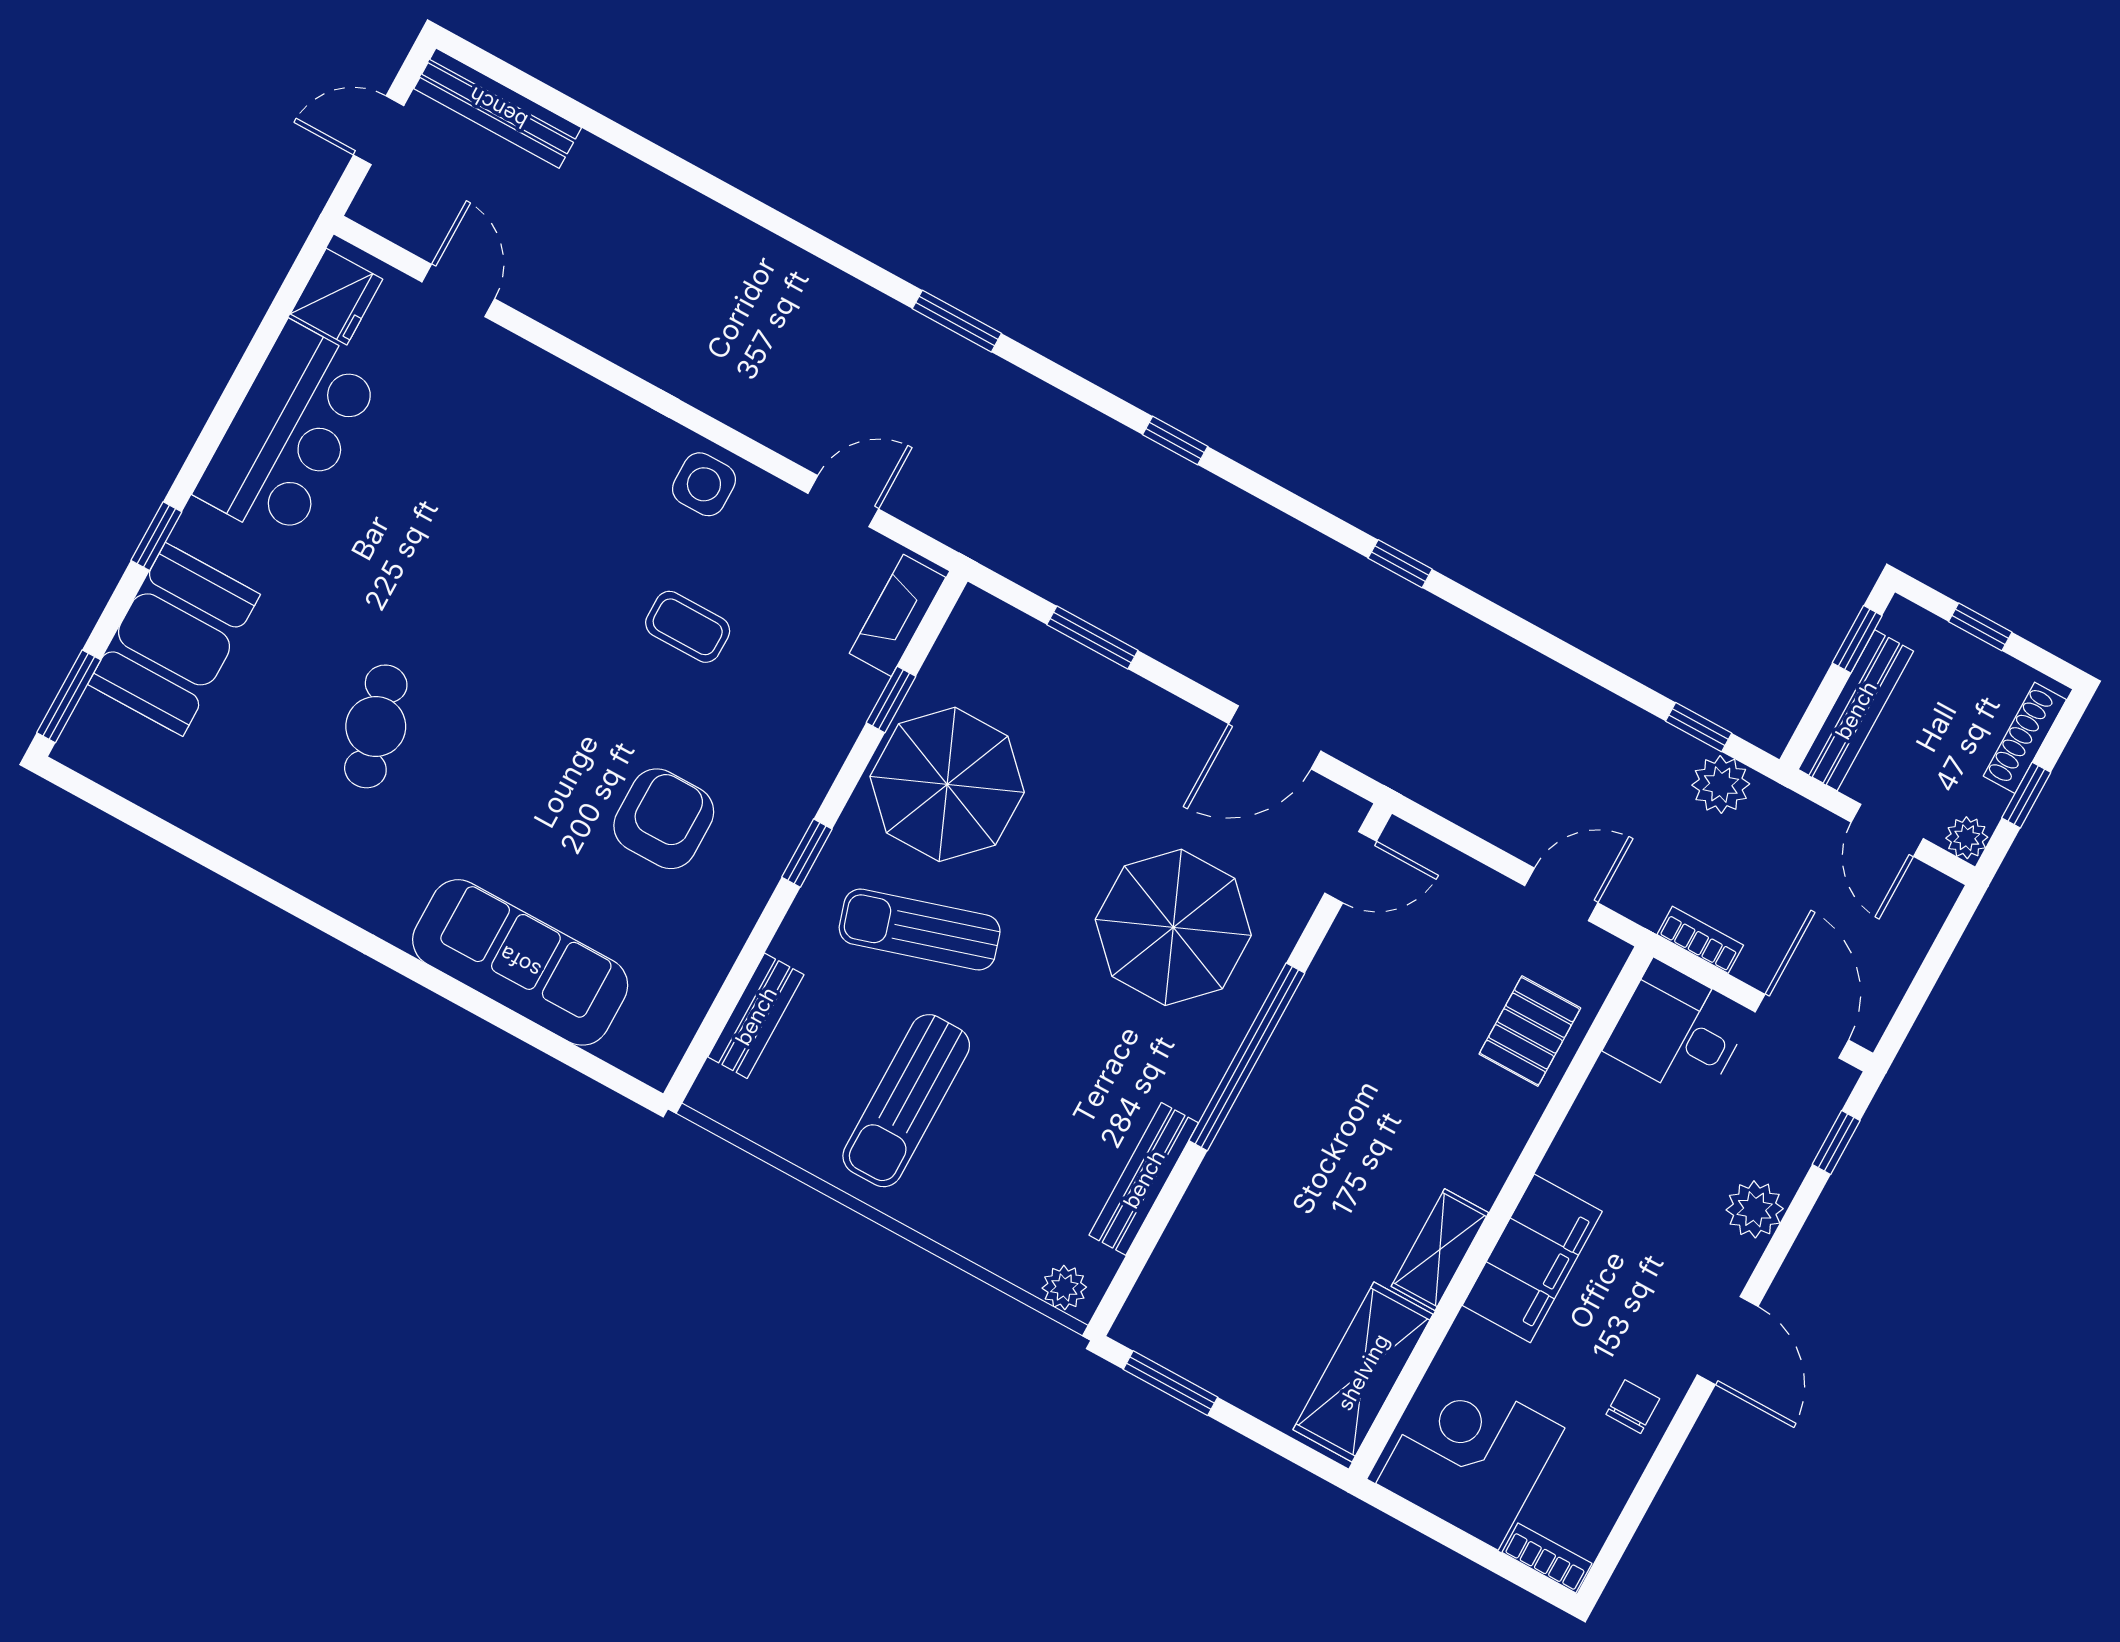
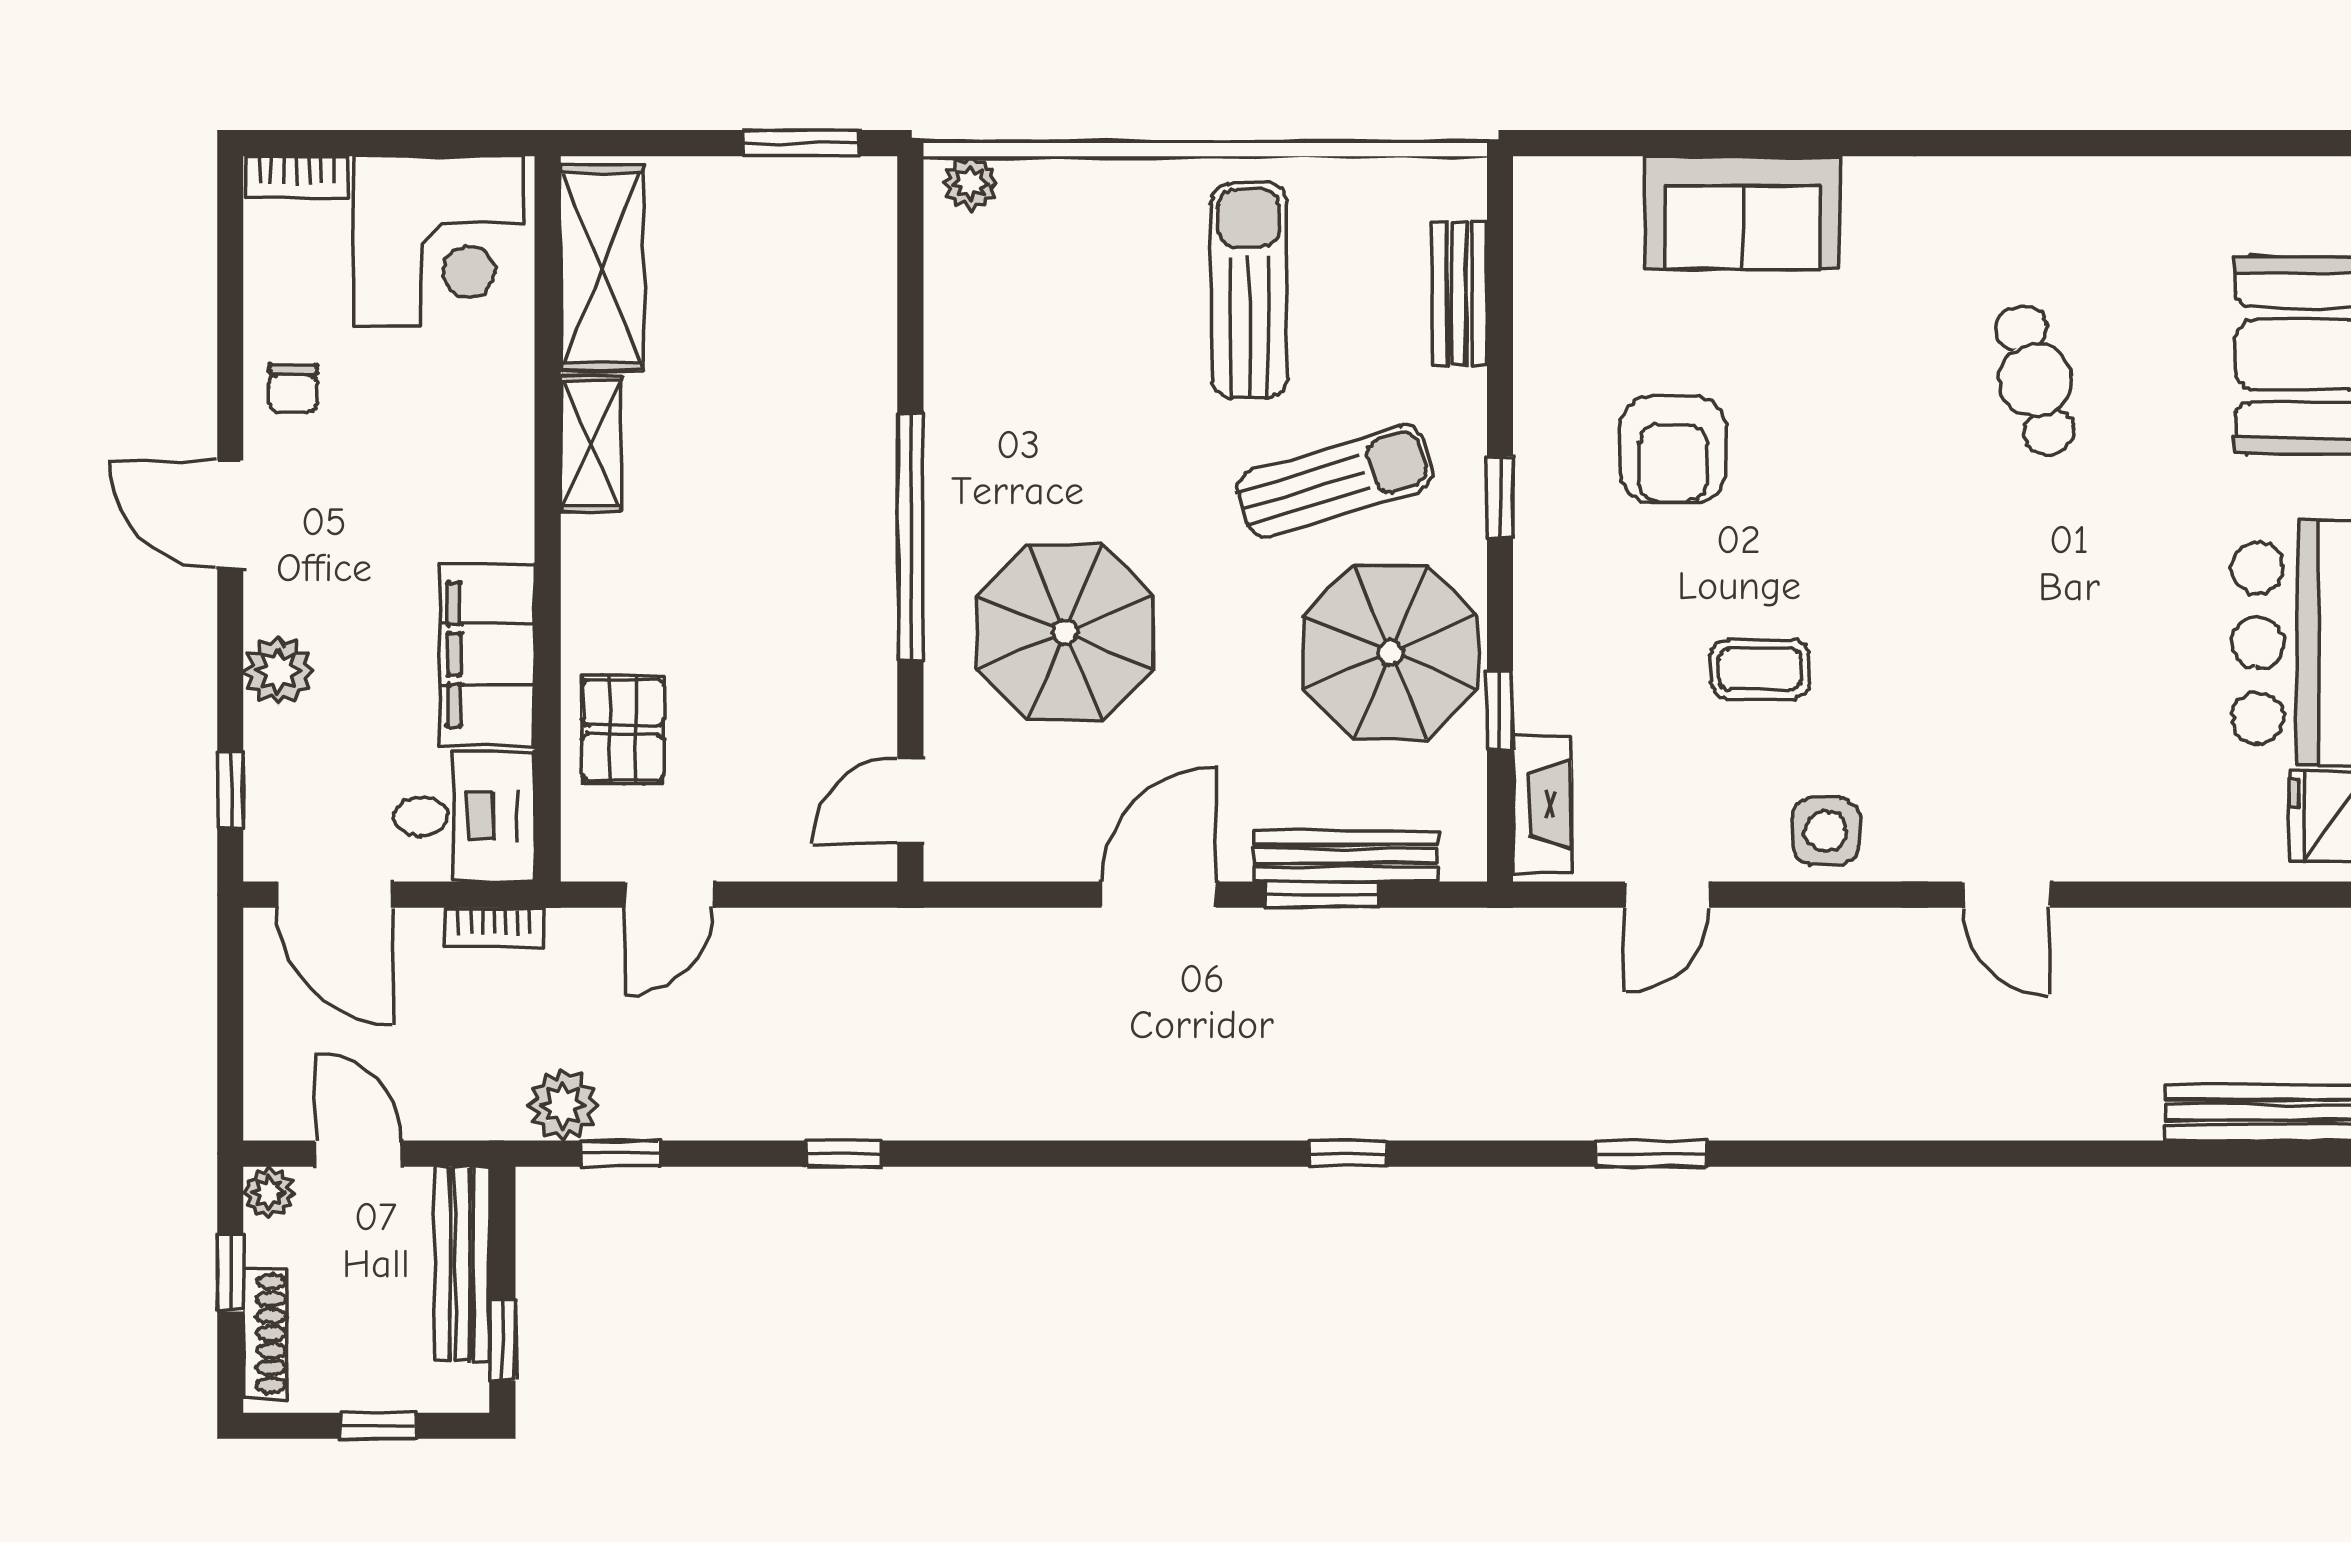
door: (458, 290) -> (2006, 895), moved
window: (1400, 564) -> (844, 1154), moved
door: (1275, 737) -> (1159, 895), moved
sofa: (520, 962) -> (1743, 212), width x0.73
bench: (1144, 1179) -> (1346, 856), moved, turned 90
filing cabinet: (1532, 1258) -> (487, 654), moved

